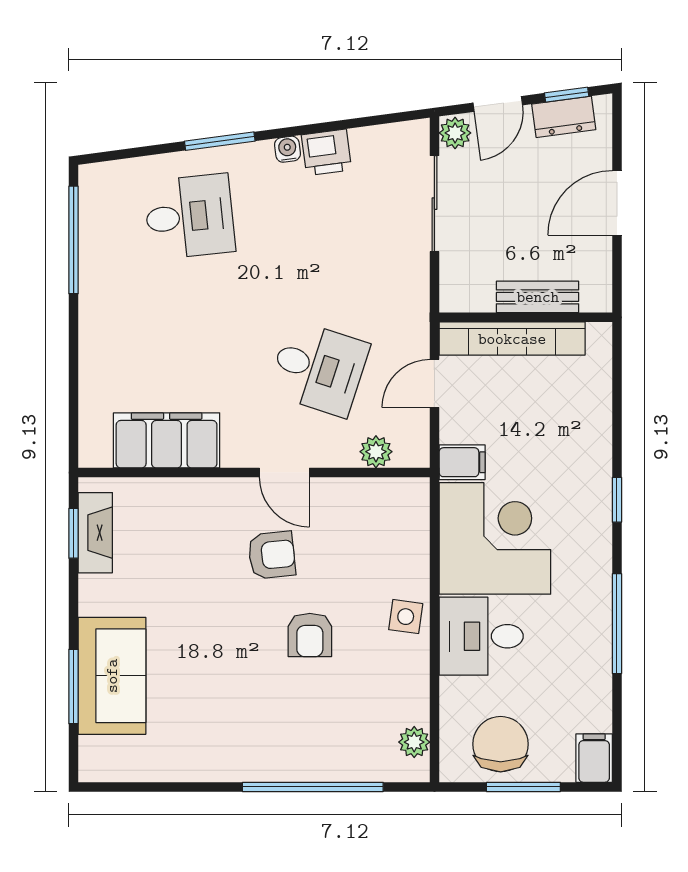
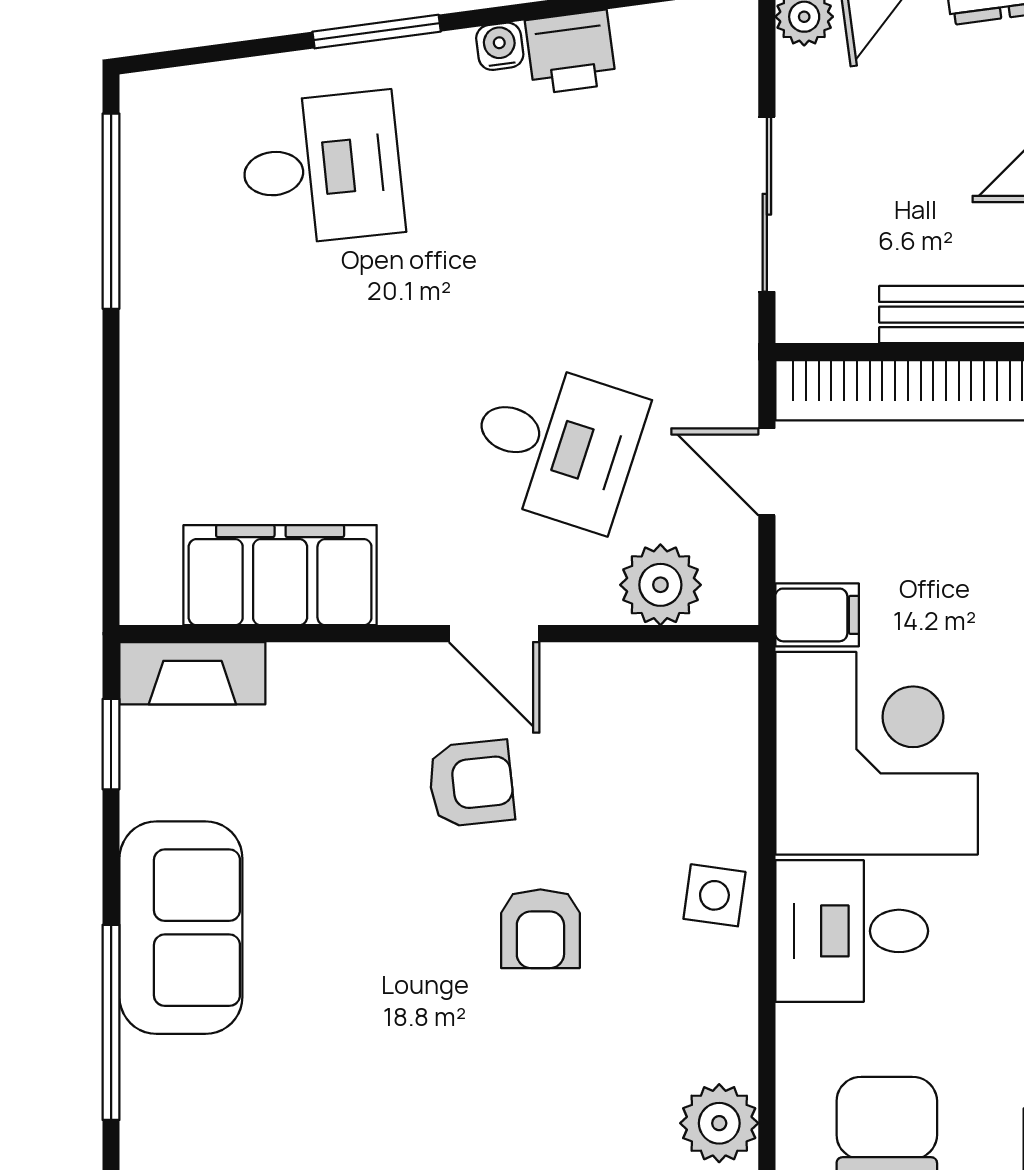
sliding door: (434, 204) -> (767, 204), moved
door: (434, 383) -> (767, 472), hinge flipped
plant: (376, 452) -> (660, 585), width x1.38, depth x1.38
fireplace: (95, 533) -> (192, 673), moved, turned 90
sofa: (112, 676) -> (181, 928), moved
window: (74, 687) -> (111, 1022), width x1.44
plant: (414, 742) -> (719, 1123), width x1.38, depth x1.38

